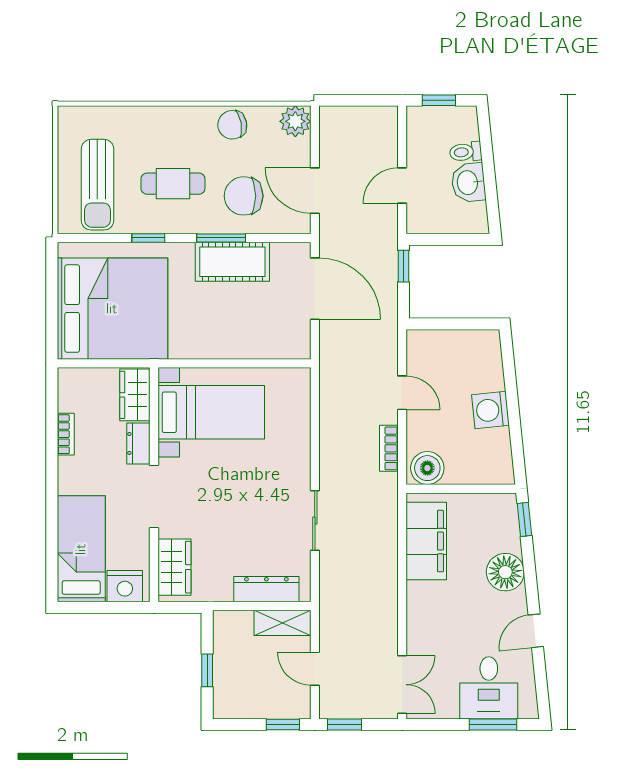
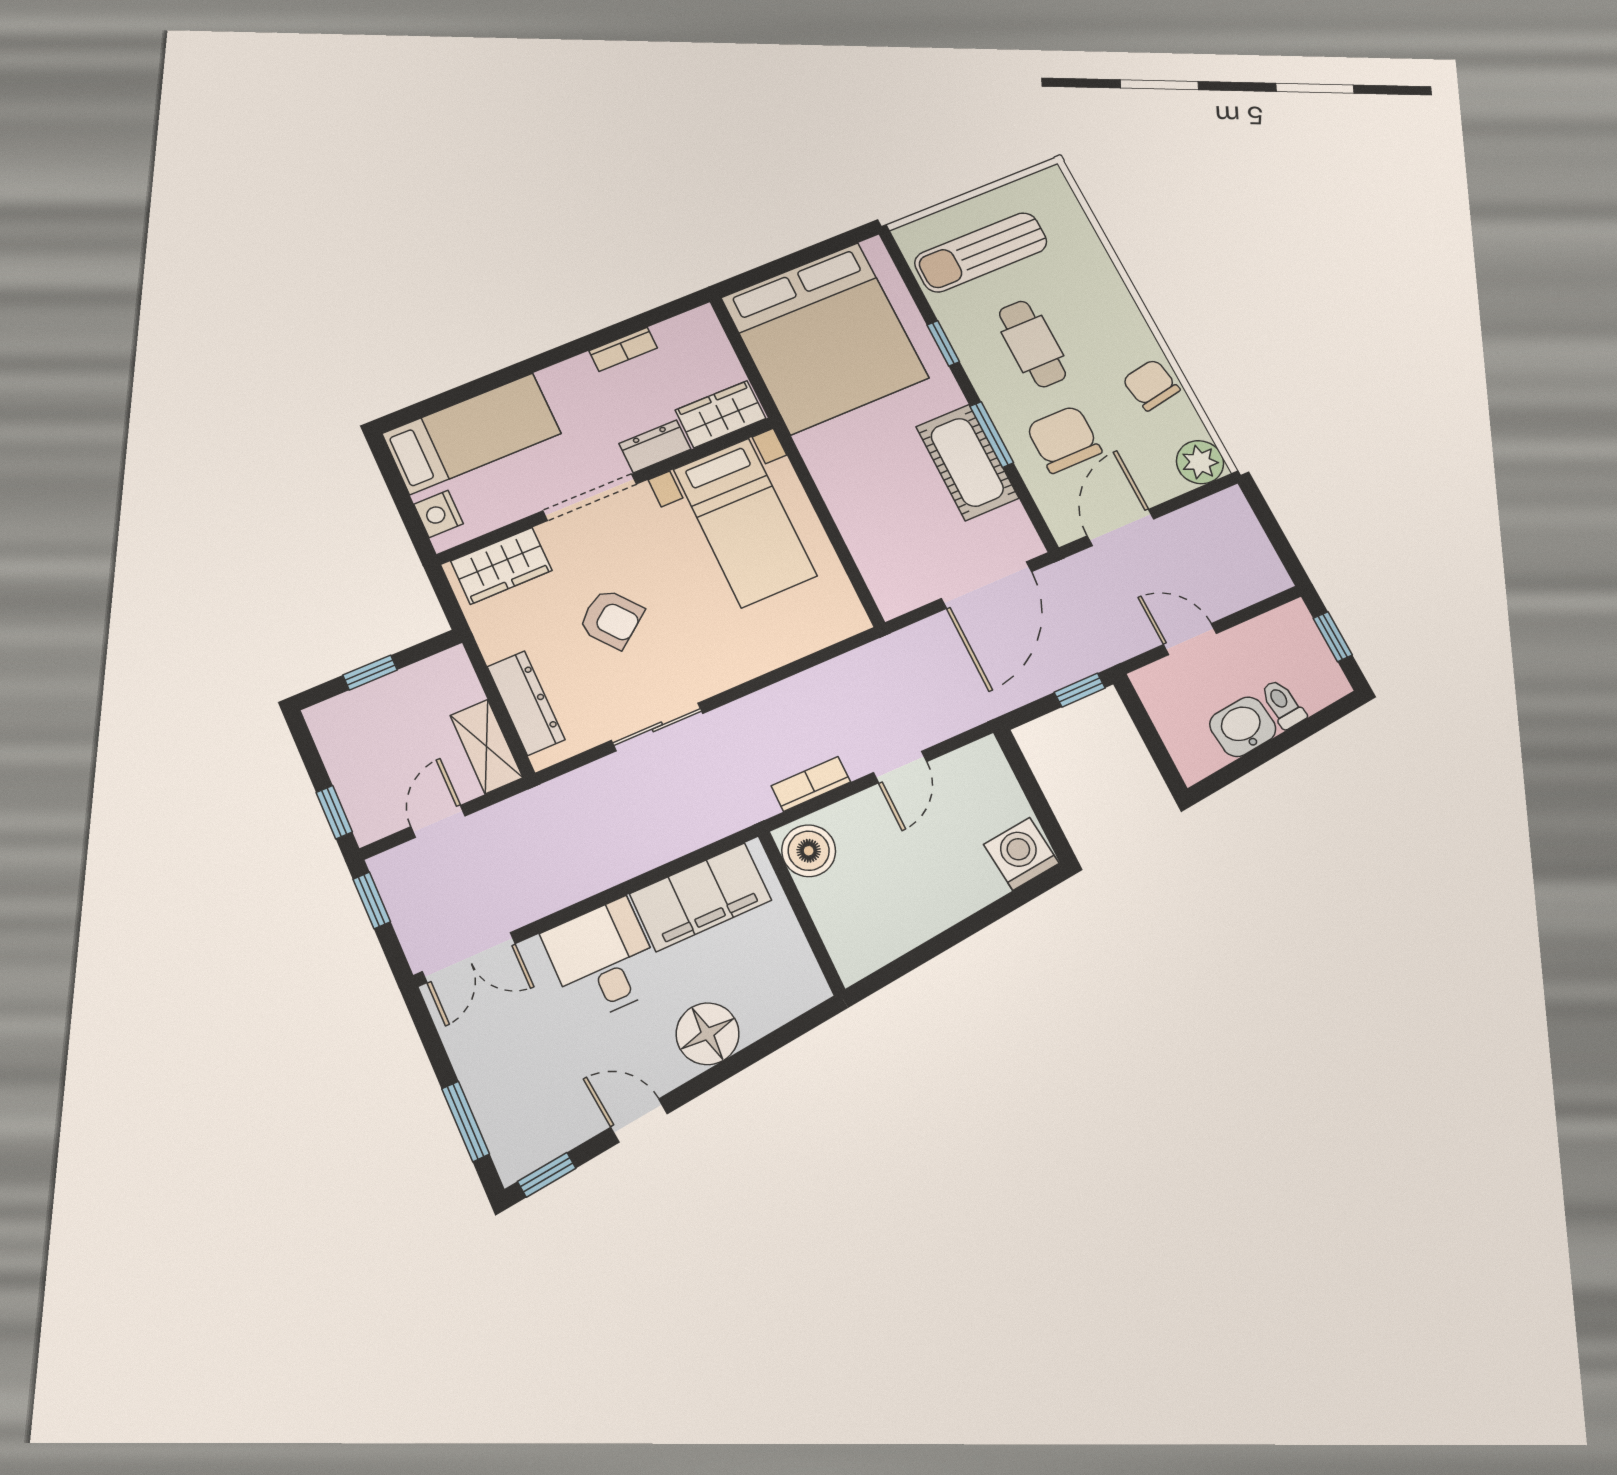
washing machine: (490, 410) -> (1021, 854), moved
armchair: (237, 518) -> (611, 619), added
window: (524, 519) -> (547, 1175), moved
nightstand: (125, 586) -> (438, 514), width x0.74, depth x0.75
desk: (489, 688) -> (603, 960), moved, turned 90

